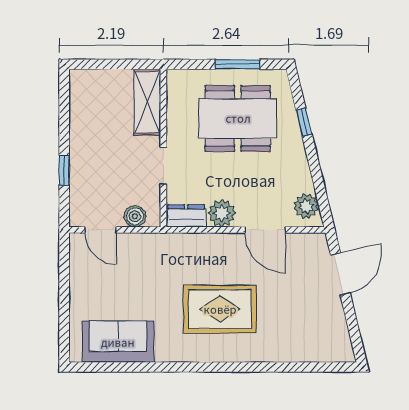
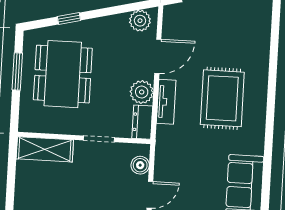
tv unit: (212, 243) -> (166, 102), added

